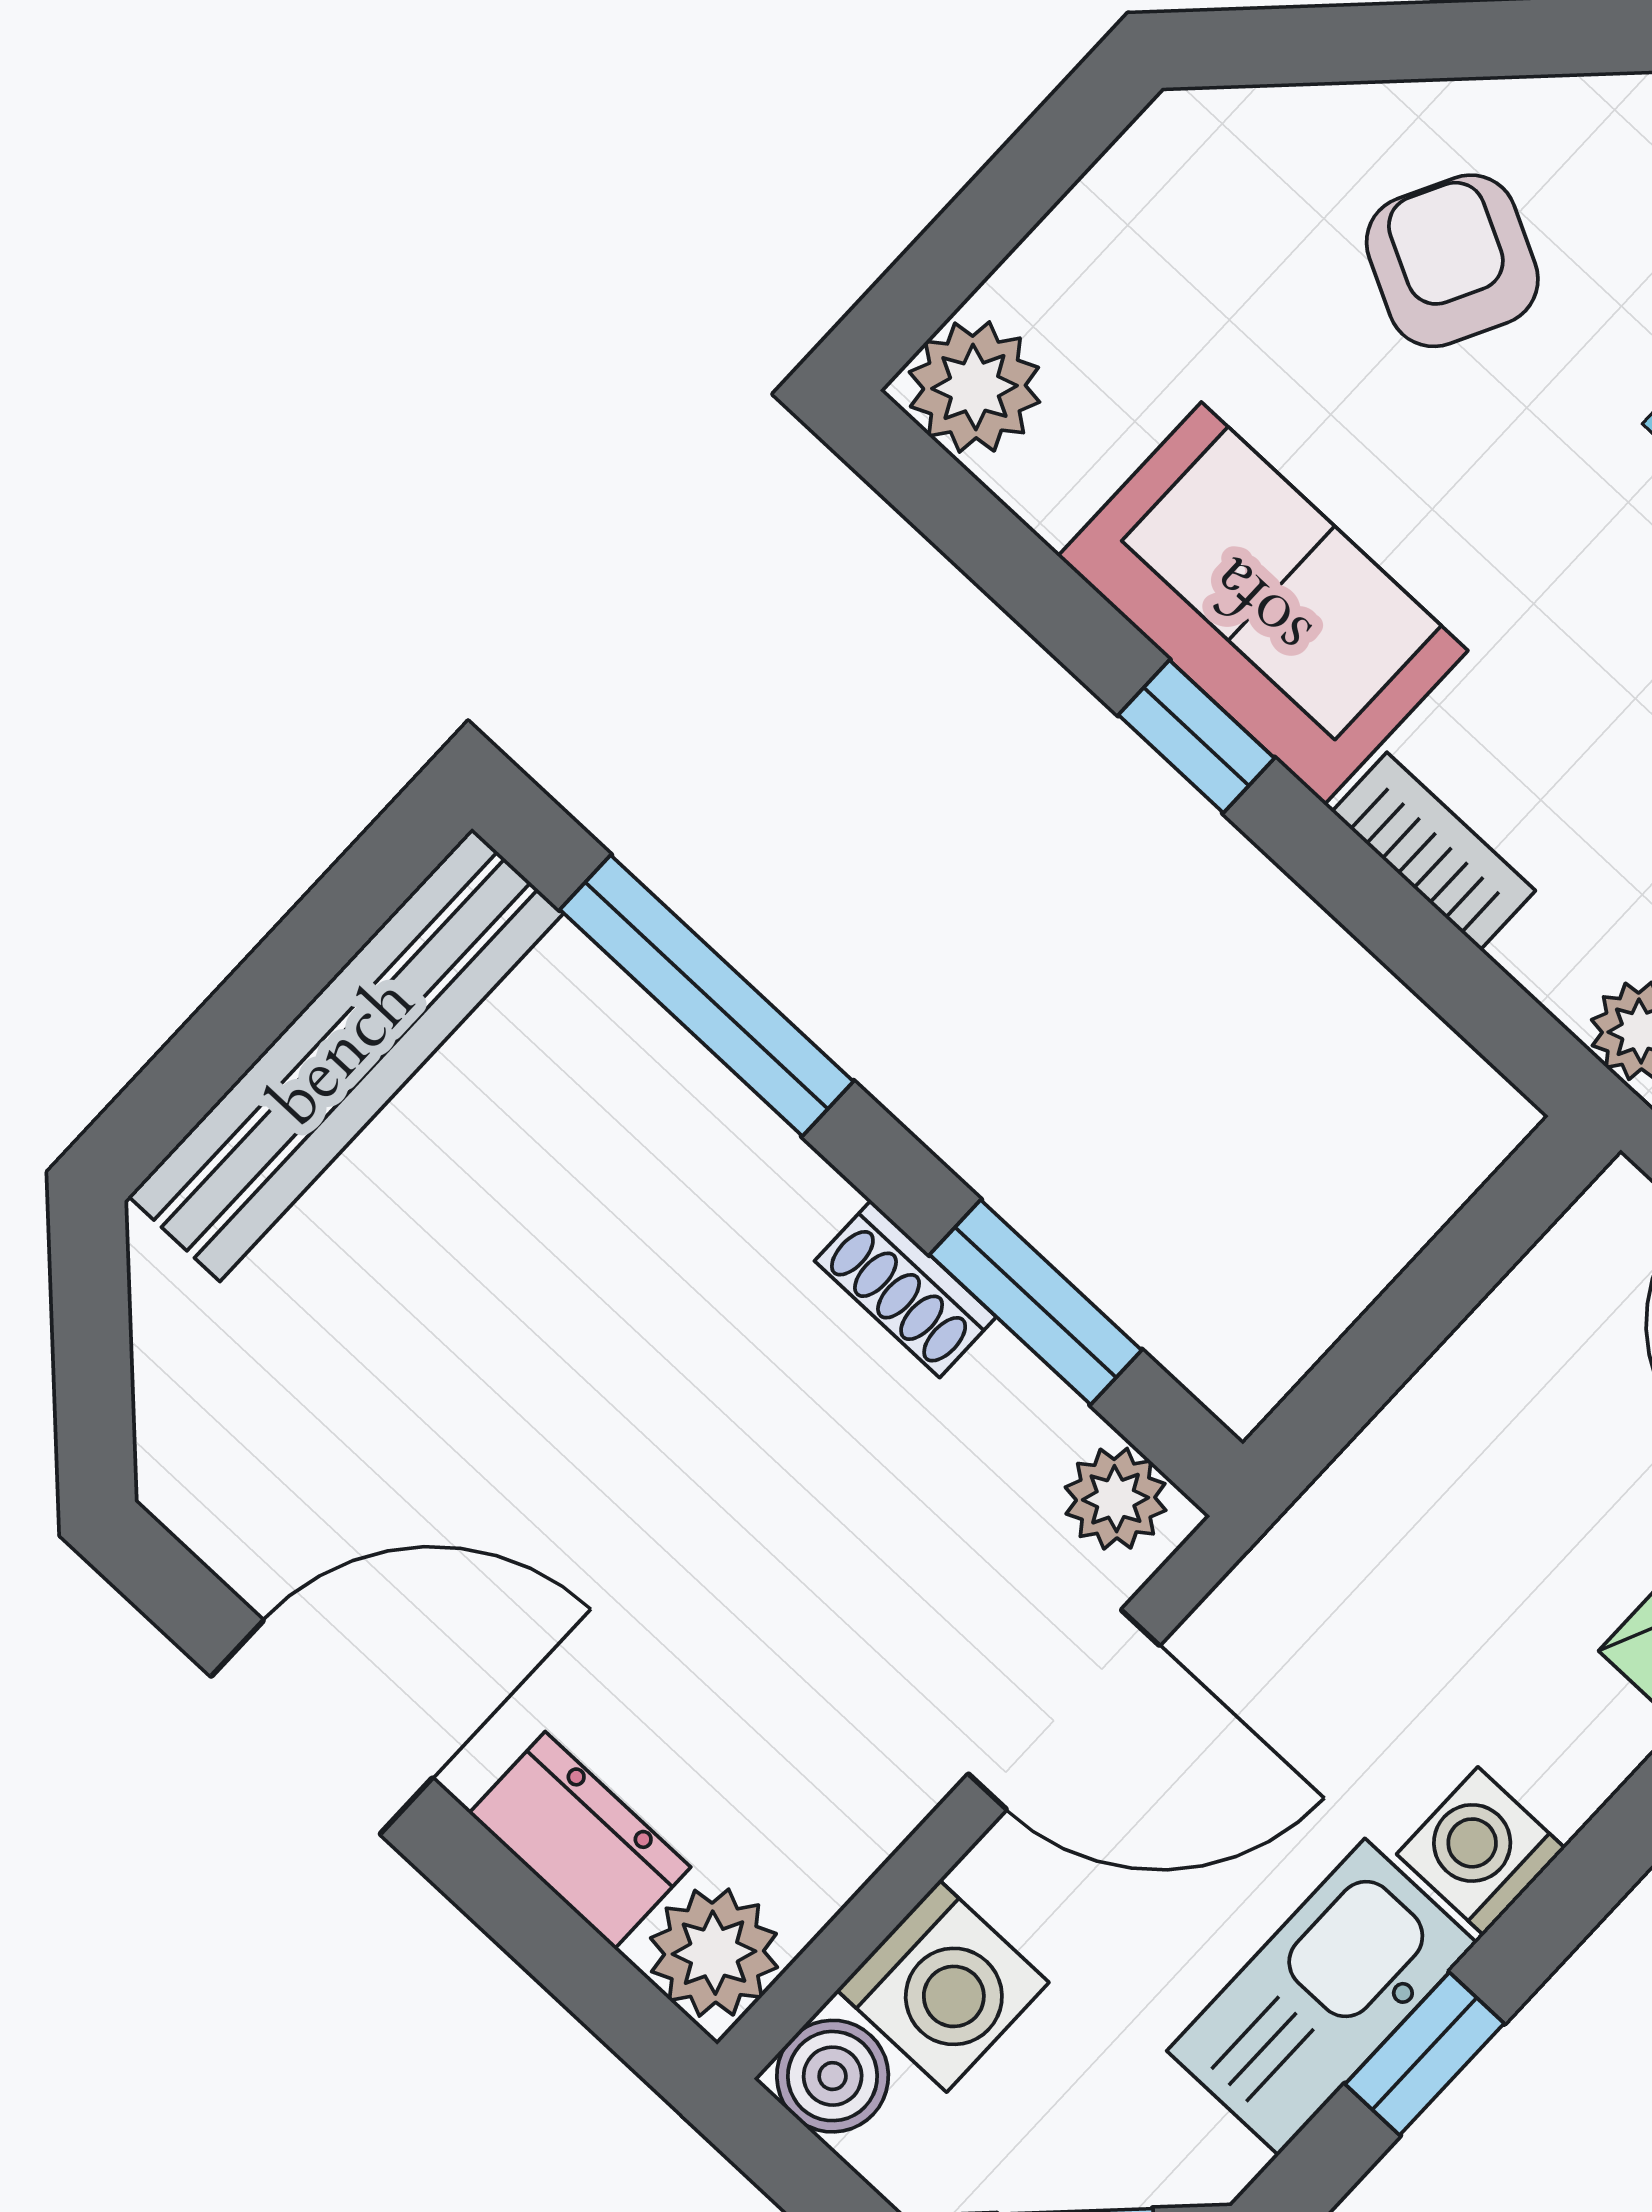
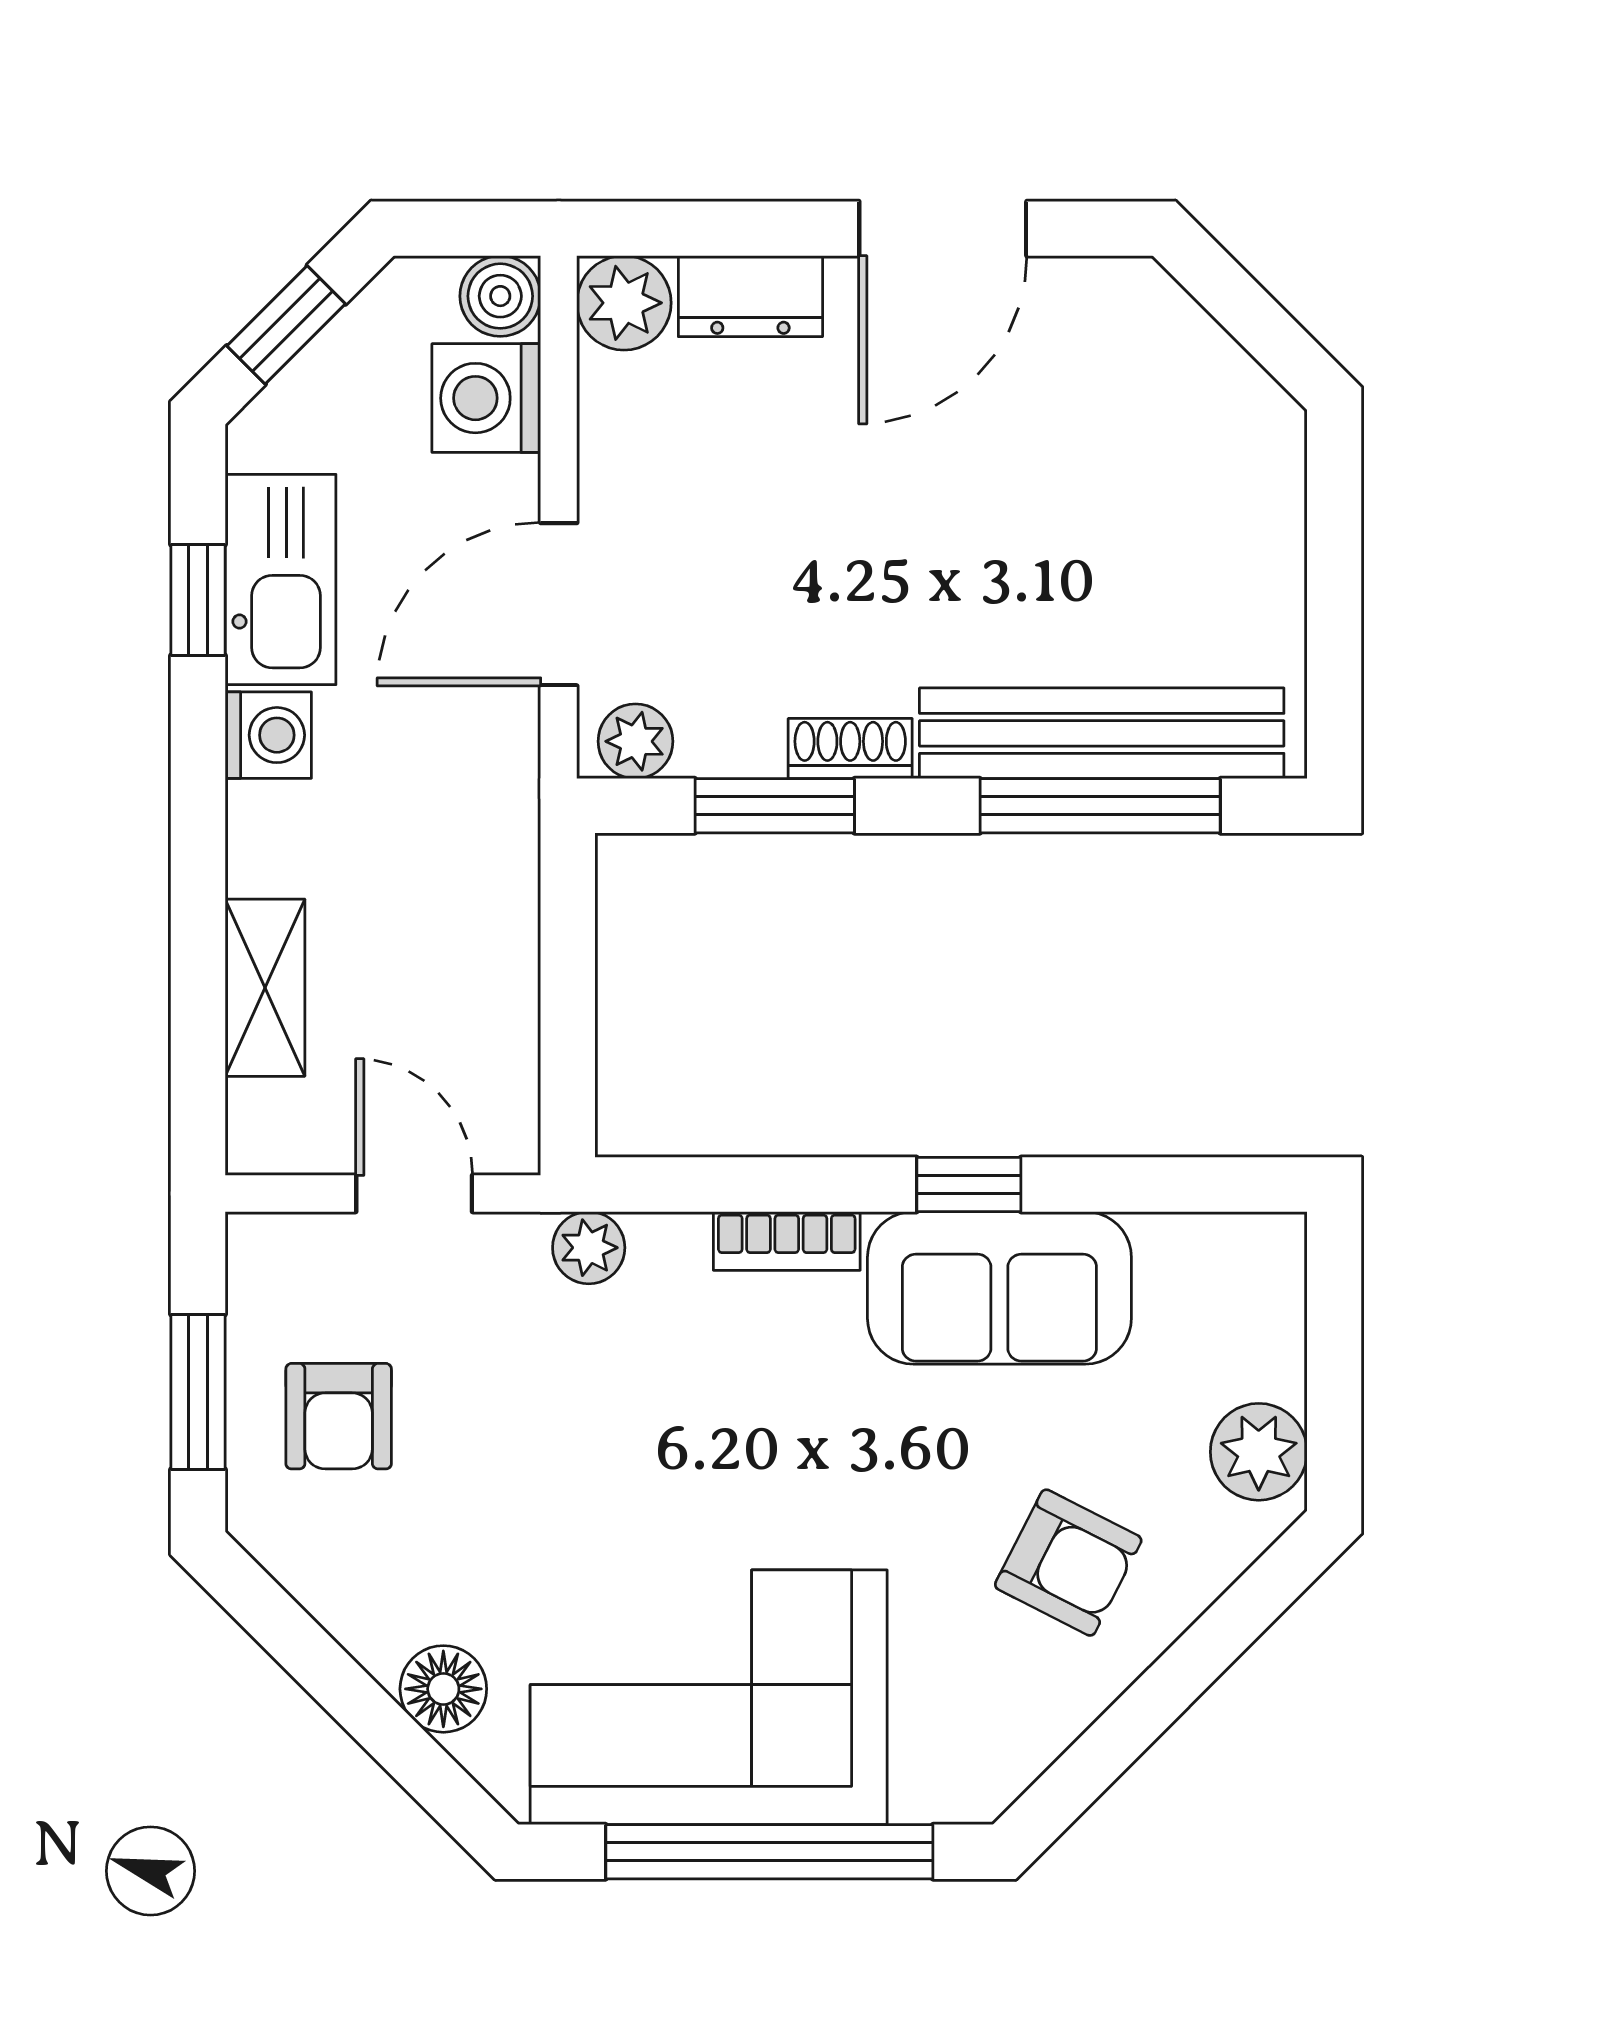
plant: (974, 387) -> (1259, 1452), moved
bench: (346, 1055) -> (1102, 733), moved, turned 90

